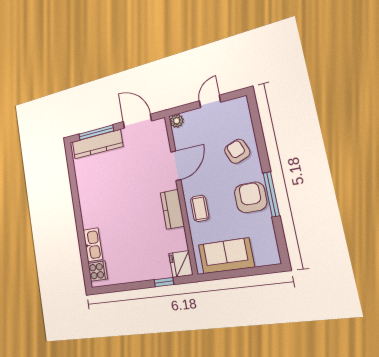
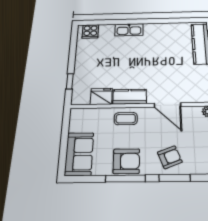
window: (260, 141) -> (175, 178), added
kitchen sink: (93, 245) -> (129, 30), moved
sofa: (226, 256) -> (79, 154), moved
fridge: (181, 264) -> (101, 96), moved

